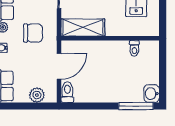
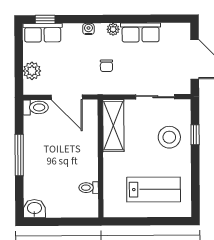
chair: (33, 33) -> (106, 66), width x0.54, depth x0.54
window: (136, 106) -> (19, 155), moved

